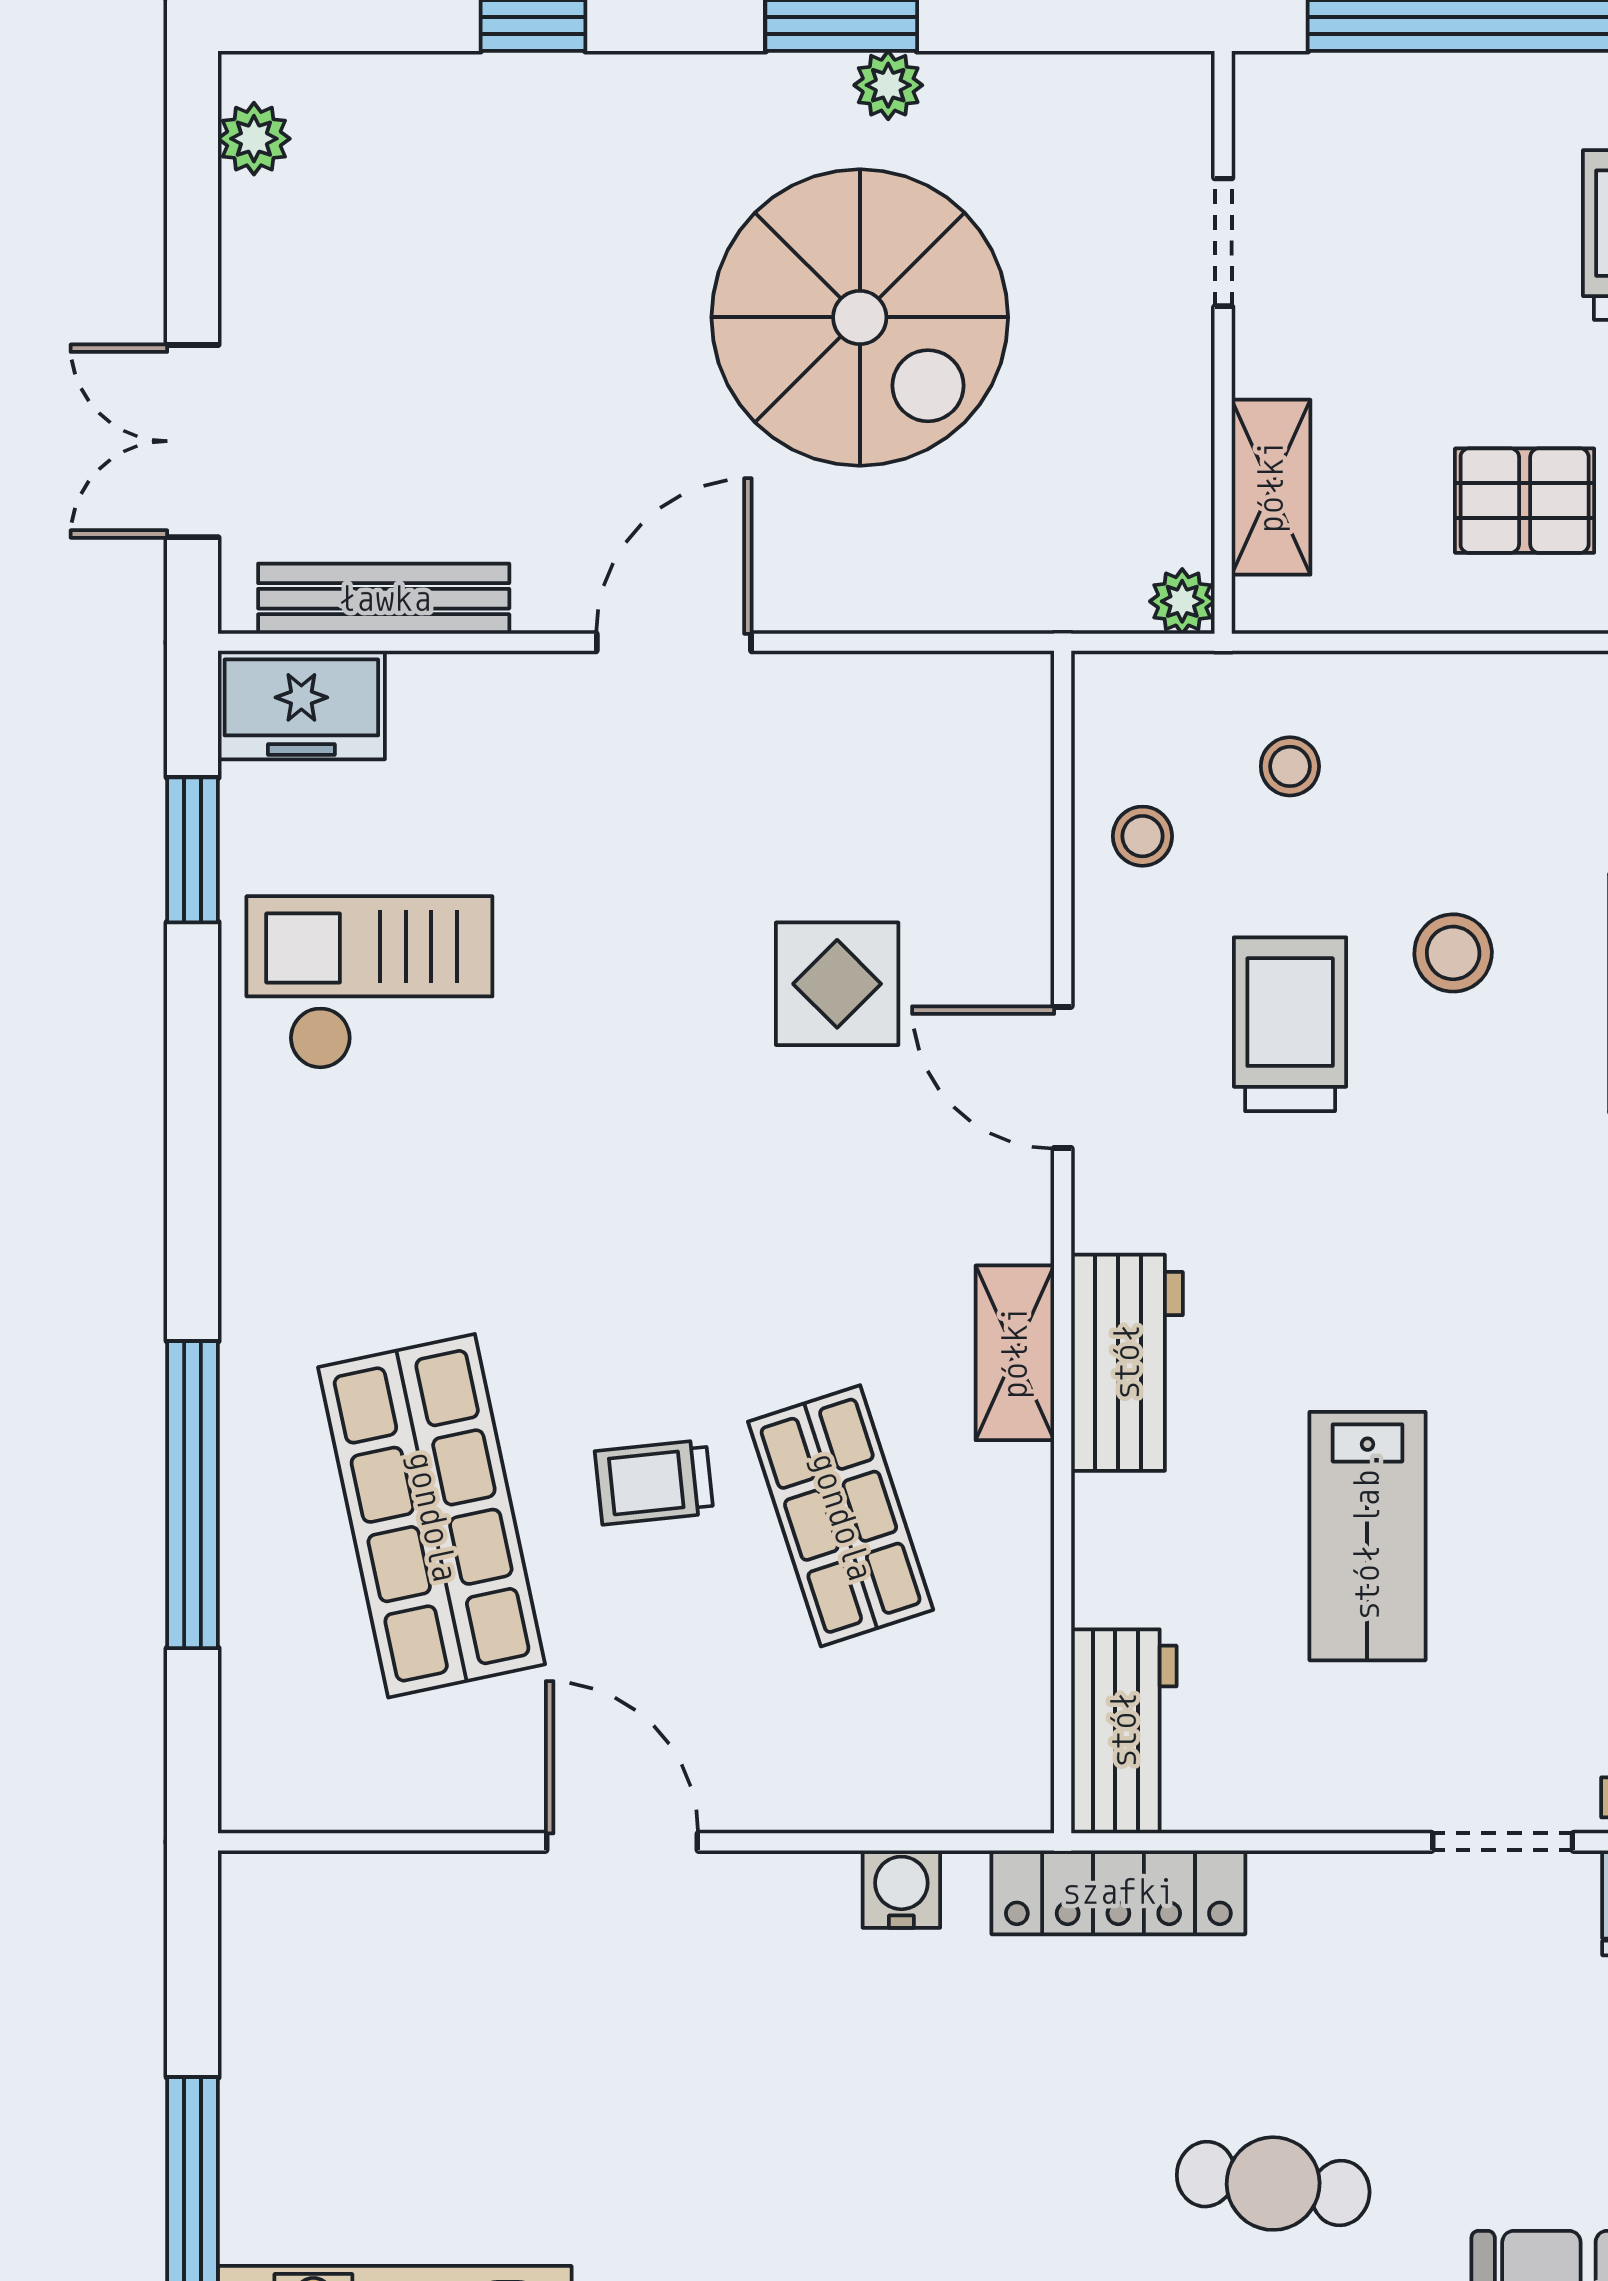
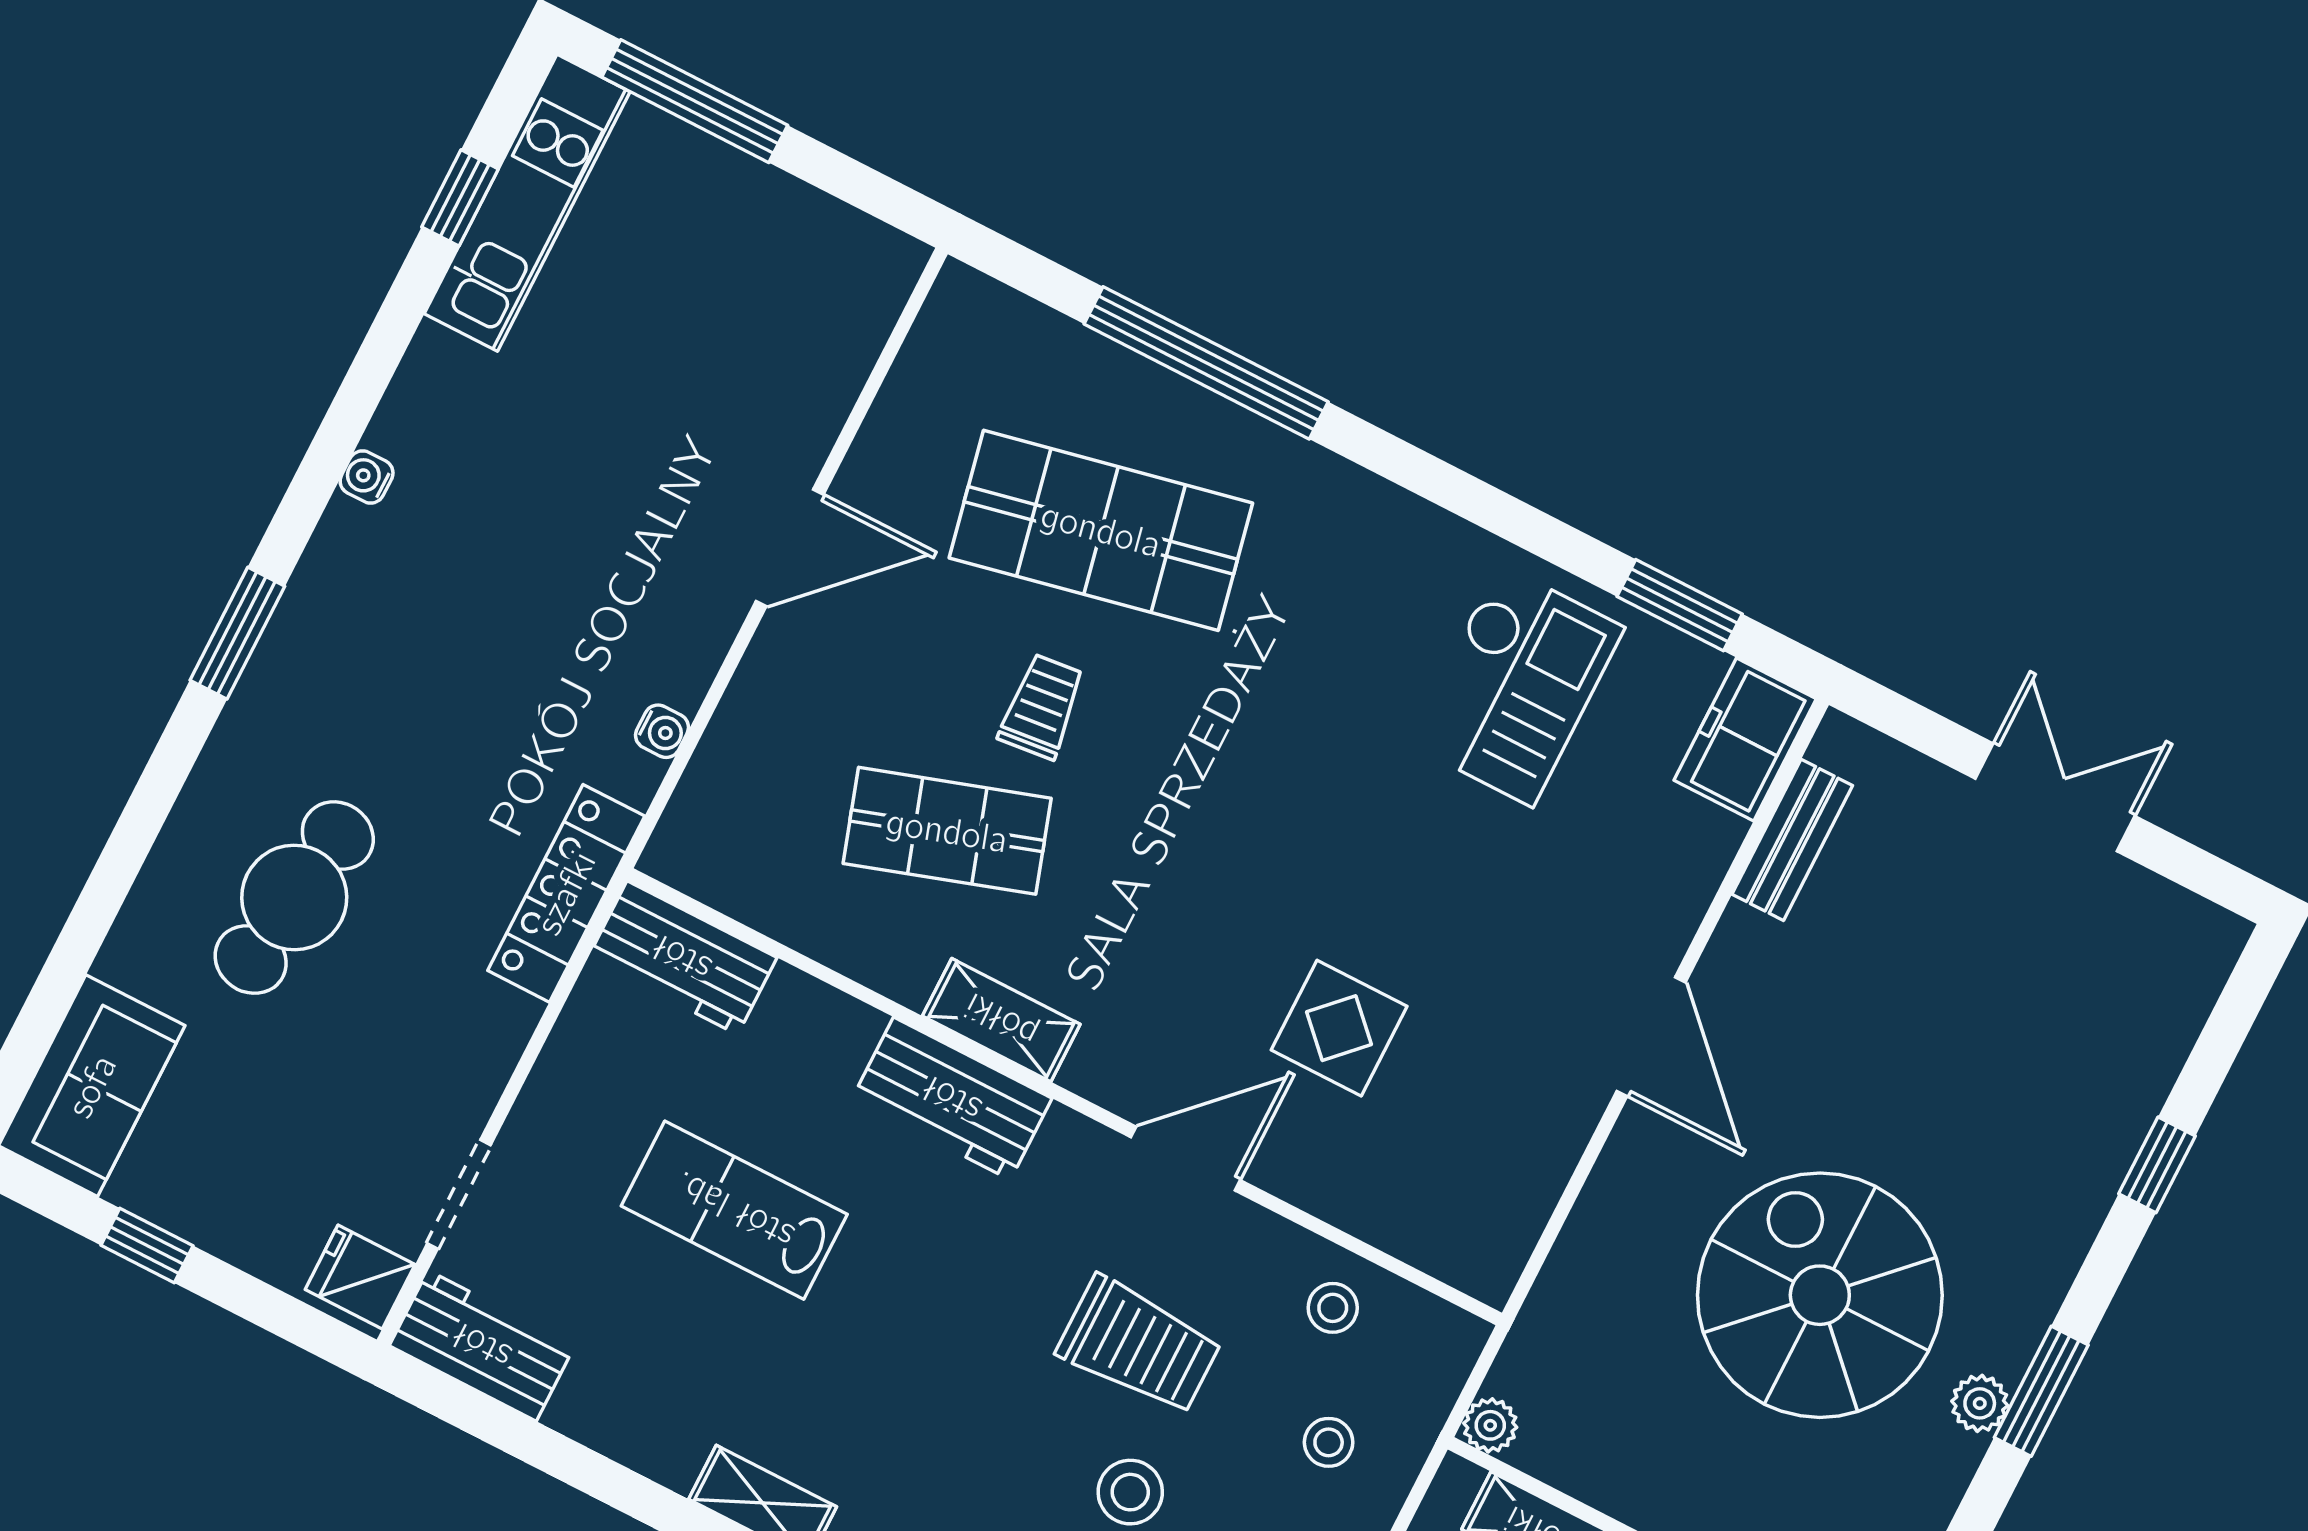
plant: (254, 139) -> (2179, 917), removed
spiral stairs: (860, 317) -> (1820, 1295), turned 90
double door: (193, 441) -> (2055, 797), moved
bench: (384, 599) -> (1792, 840), width x0.73
water cooler: (901, 1889) -> (662, 731), width x0.72, depth x0.72
cafe table: (1273, 2184) -> (294, 898), width x1.37, depth x1.35

